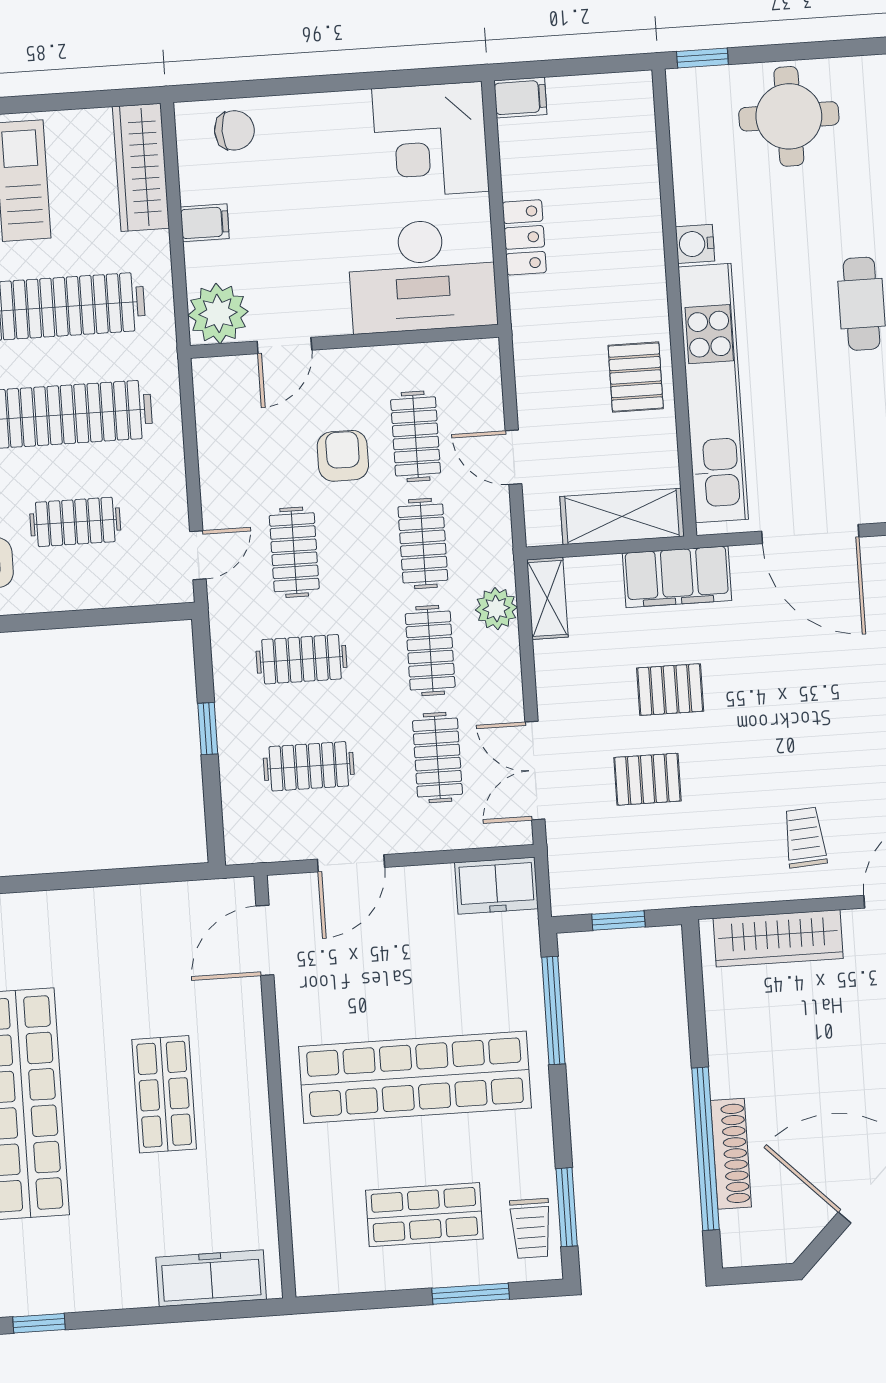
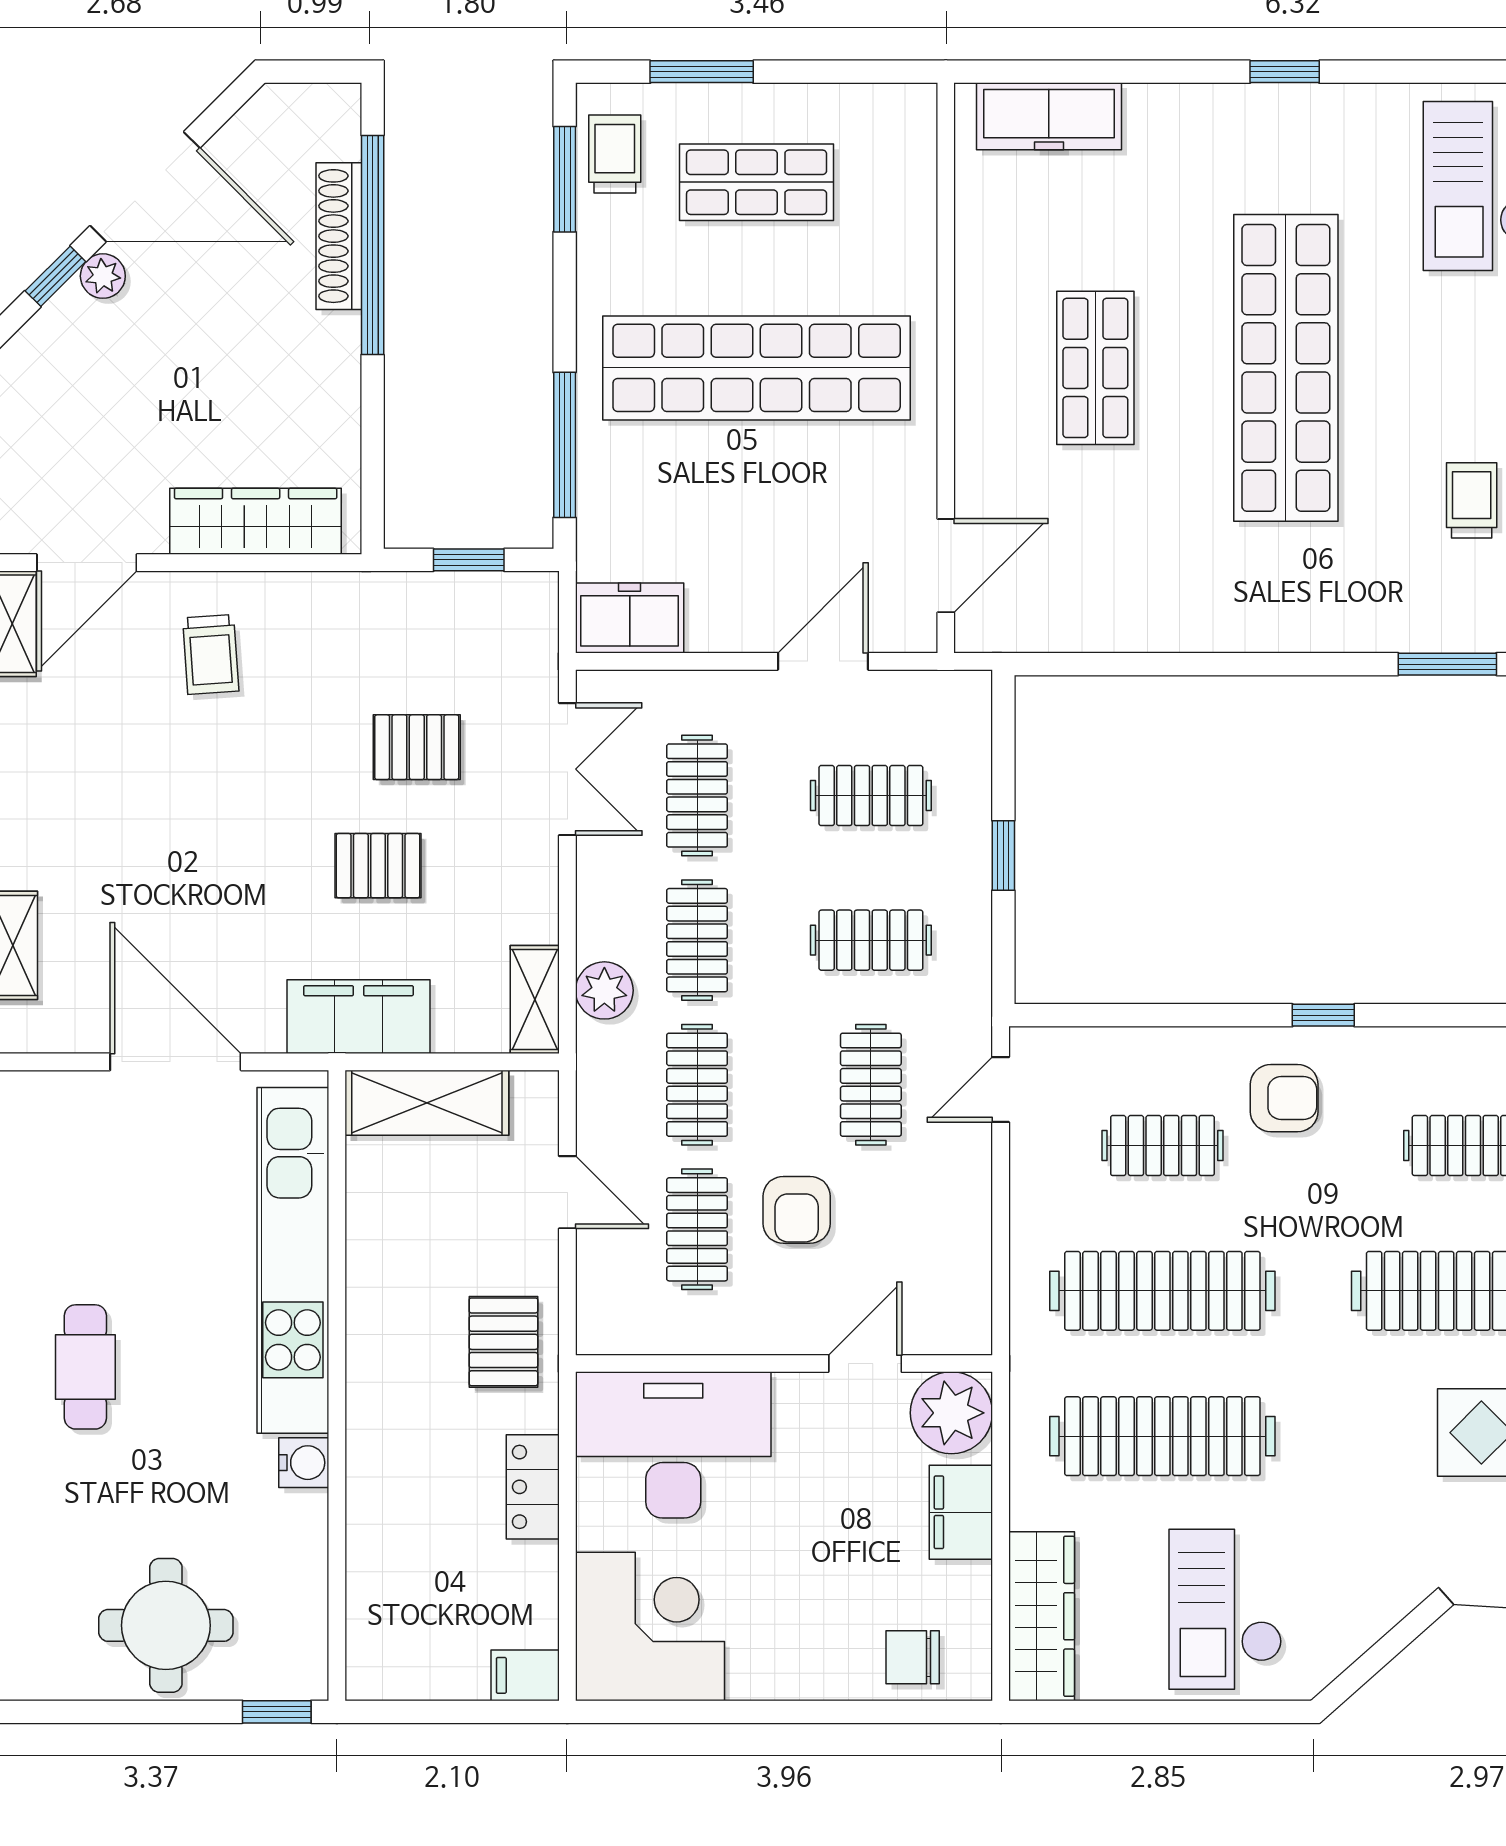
filing cabinet: (205, 223) -> (961, 1512), width x2.00
pallet: (636, 377) -> (503, 1342), moved

